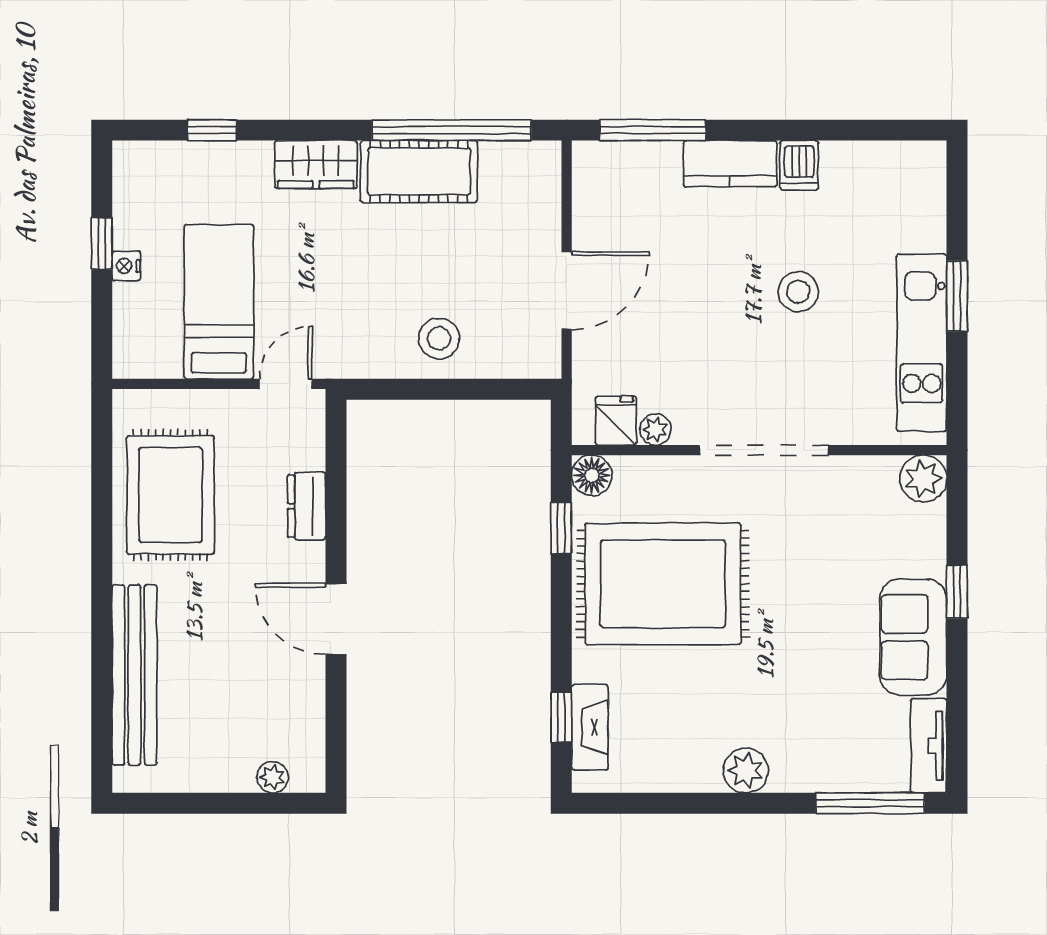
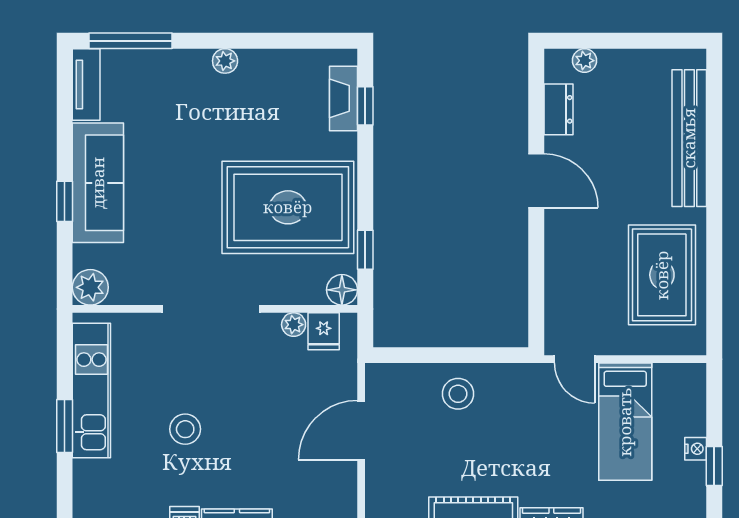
door: (286, 384) -> (574, 359), hinge flipped
dresser: (307, 506) -> (558, 109), moved
sofa: (913, 637) -> (98, 183), width x1.36
plant: (746, 770) -> (225, 61), width x0.73, depth x0.73

